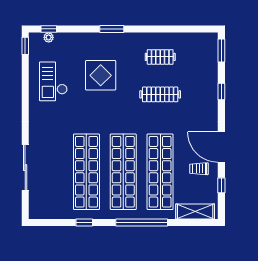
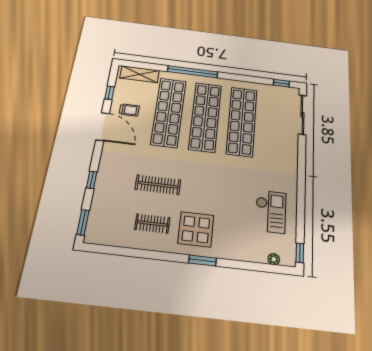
window: (49, 29) -> (273, 269), removed
display table: (101, 75) -> (196, 229), moved
sliding door: (25, 168) -> (302, 115), moved
window: (84, 222) -> (281, 83), moved

